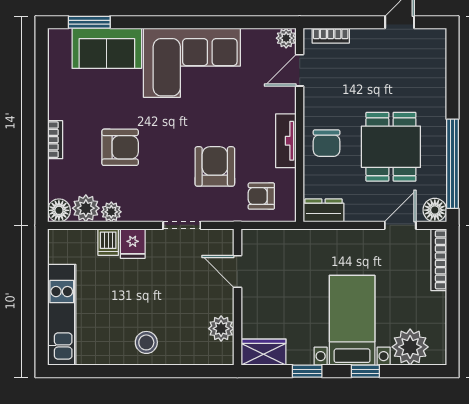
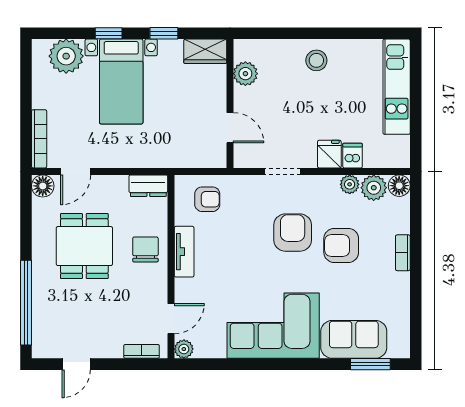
window: (453, 164) -> (26, 303), moved
armchair: (215, 166) -> (293, 233), moved, turned 180

